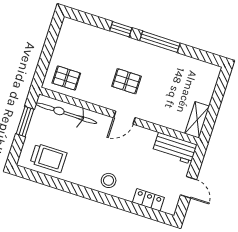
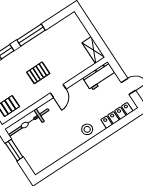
trolley: (48, 158) -> (46, 154), removed
locker: (148, 200) -> (117, 115), width x1.53

